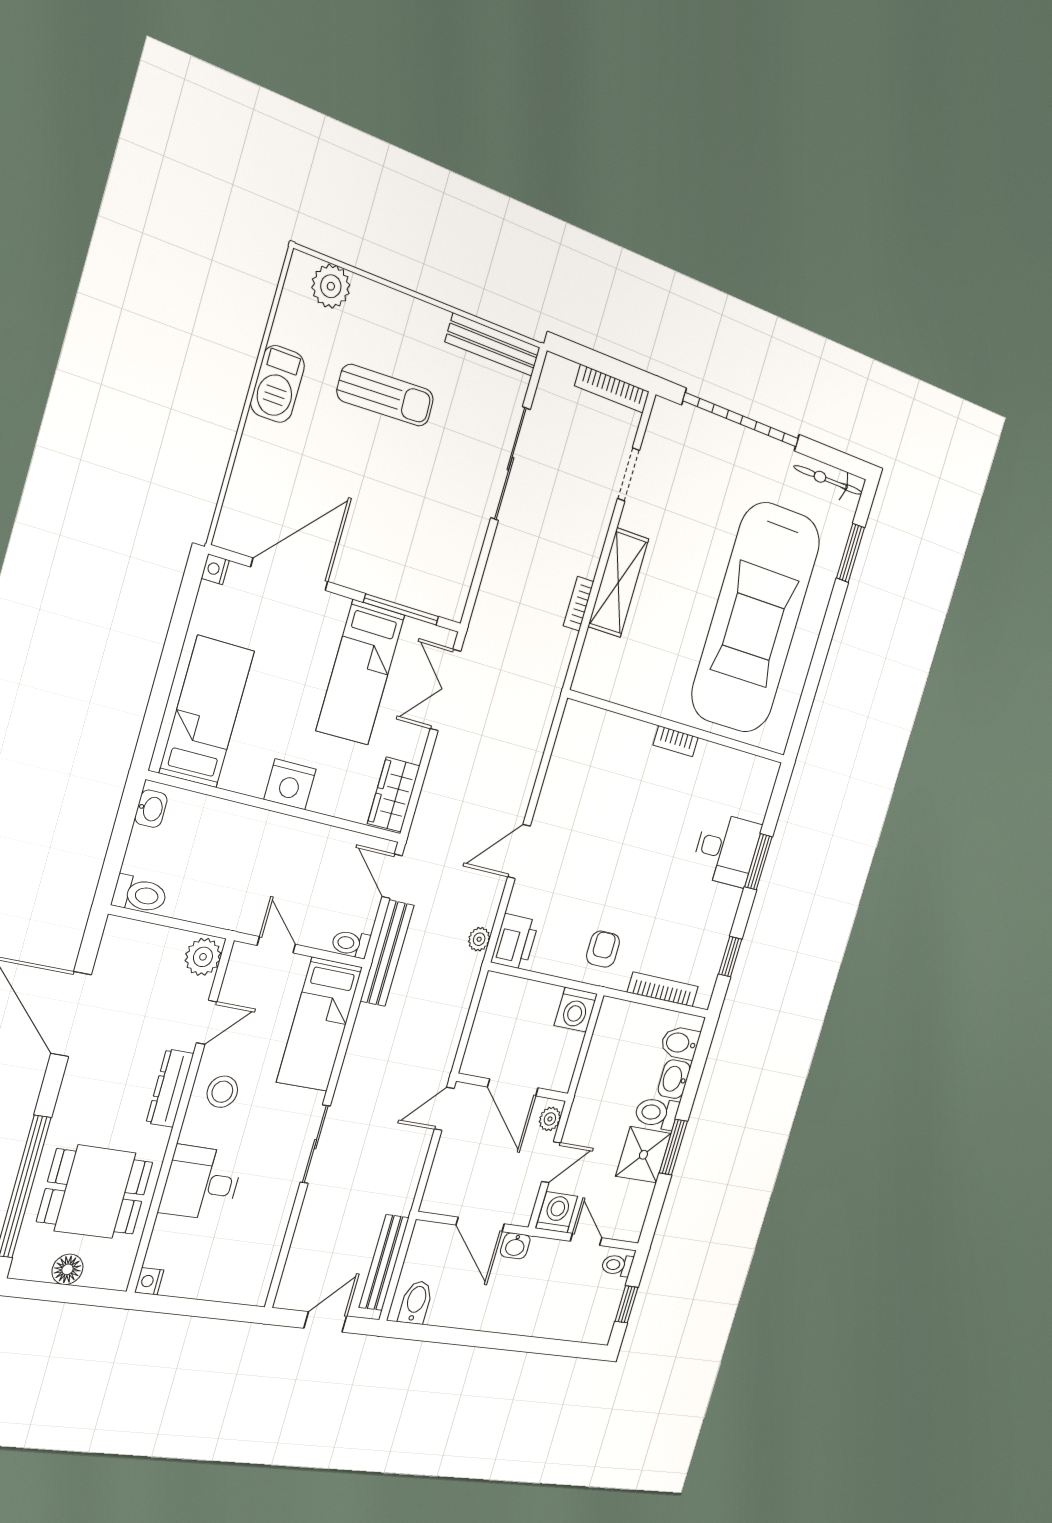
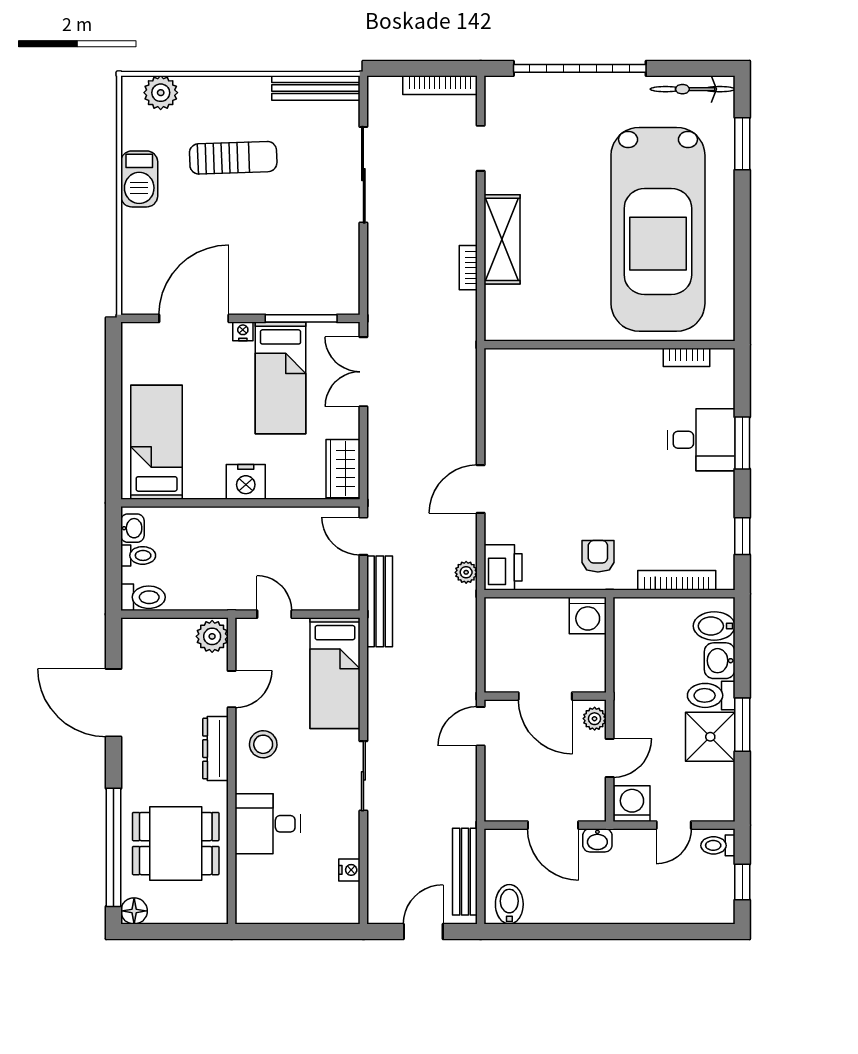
nightstand: (215, 569) -> (243, 331), moved, turned 90
bookcase: (676, 741) -> (686, 357), moved
toilet: (351, 944) -> (138, 555), moved, turned 180
door: (586, 1239) -> (674, 825), swing flipped
floor lamp: (68, 1269) -> (134, 911), moved
nightstand: (149, 1281) -> (349, 870), moved, turned 180

